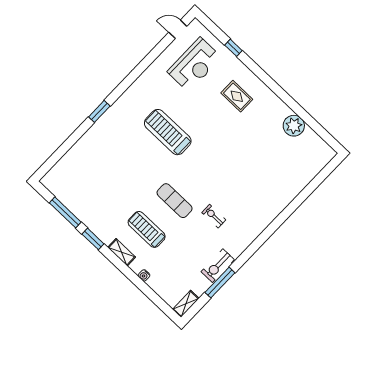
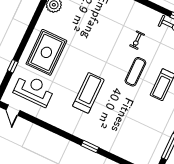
rug: (237, 96) -> (46, 52), width x1.86, depth x2.06
treadmill: (168, 132) -> (88, 93), turned 180

